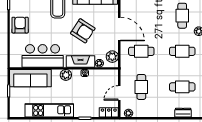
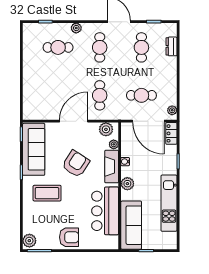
armchair: (20, 25) -> (69, 237), turned 180
door: (119, 93) -> (148, 121), width x1.88

